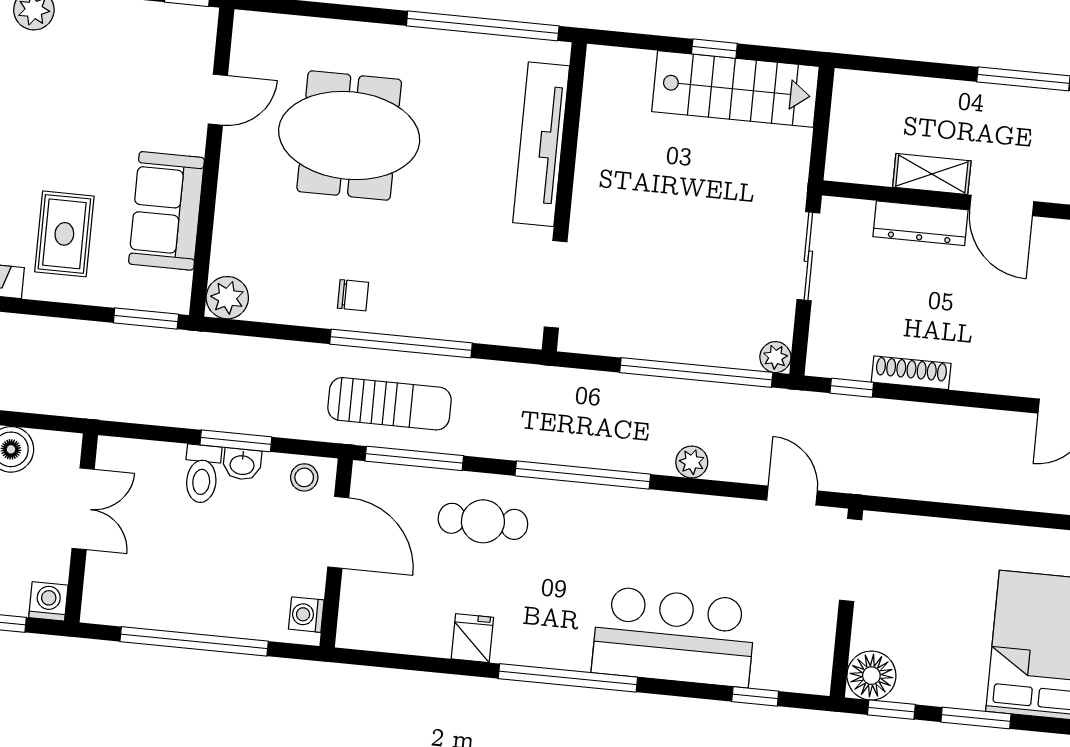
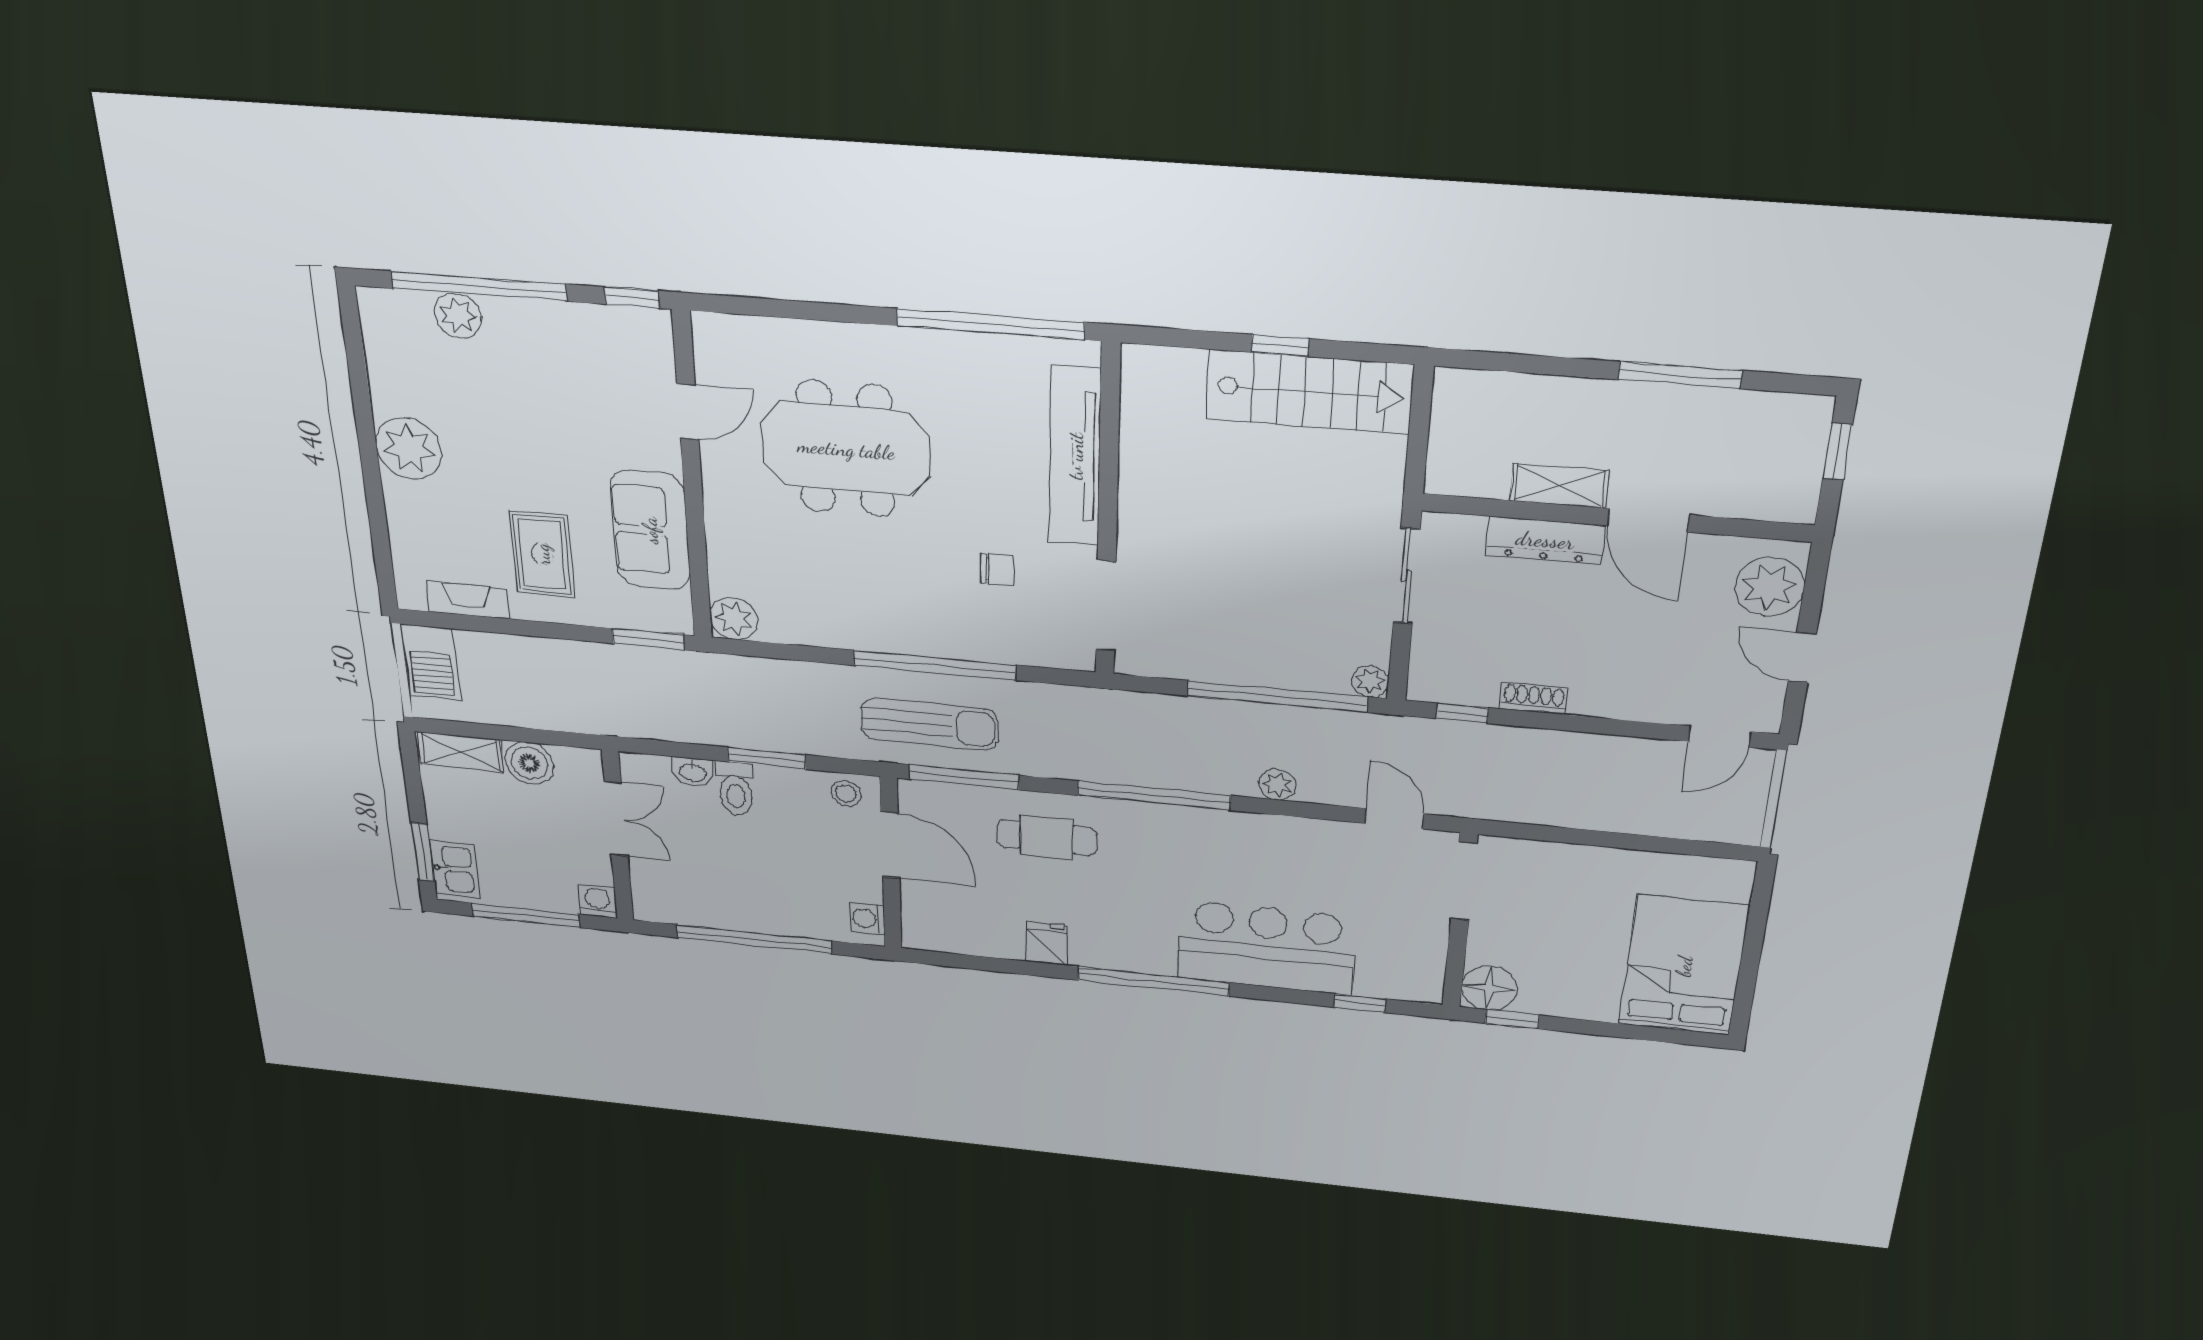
chair: (353, 295) -> (997, 569), moved
shoe rack: (911, 373) -> (1534, 698), width x0.70
washbasin: (242, 464) -> (693, 772), moved
window: (976, 718) -> (1608, 1029), removed

